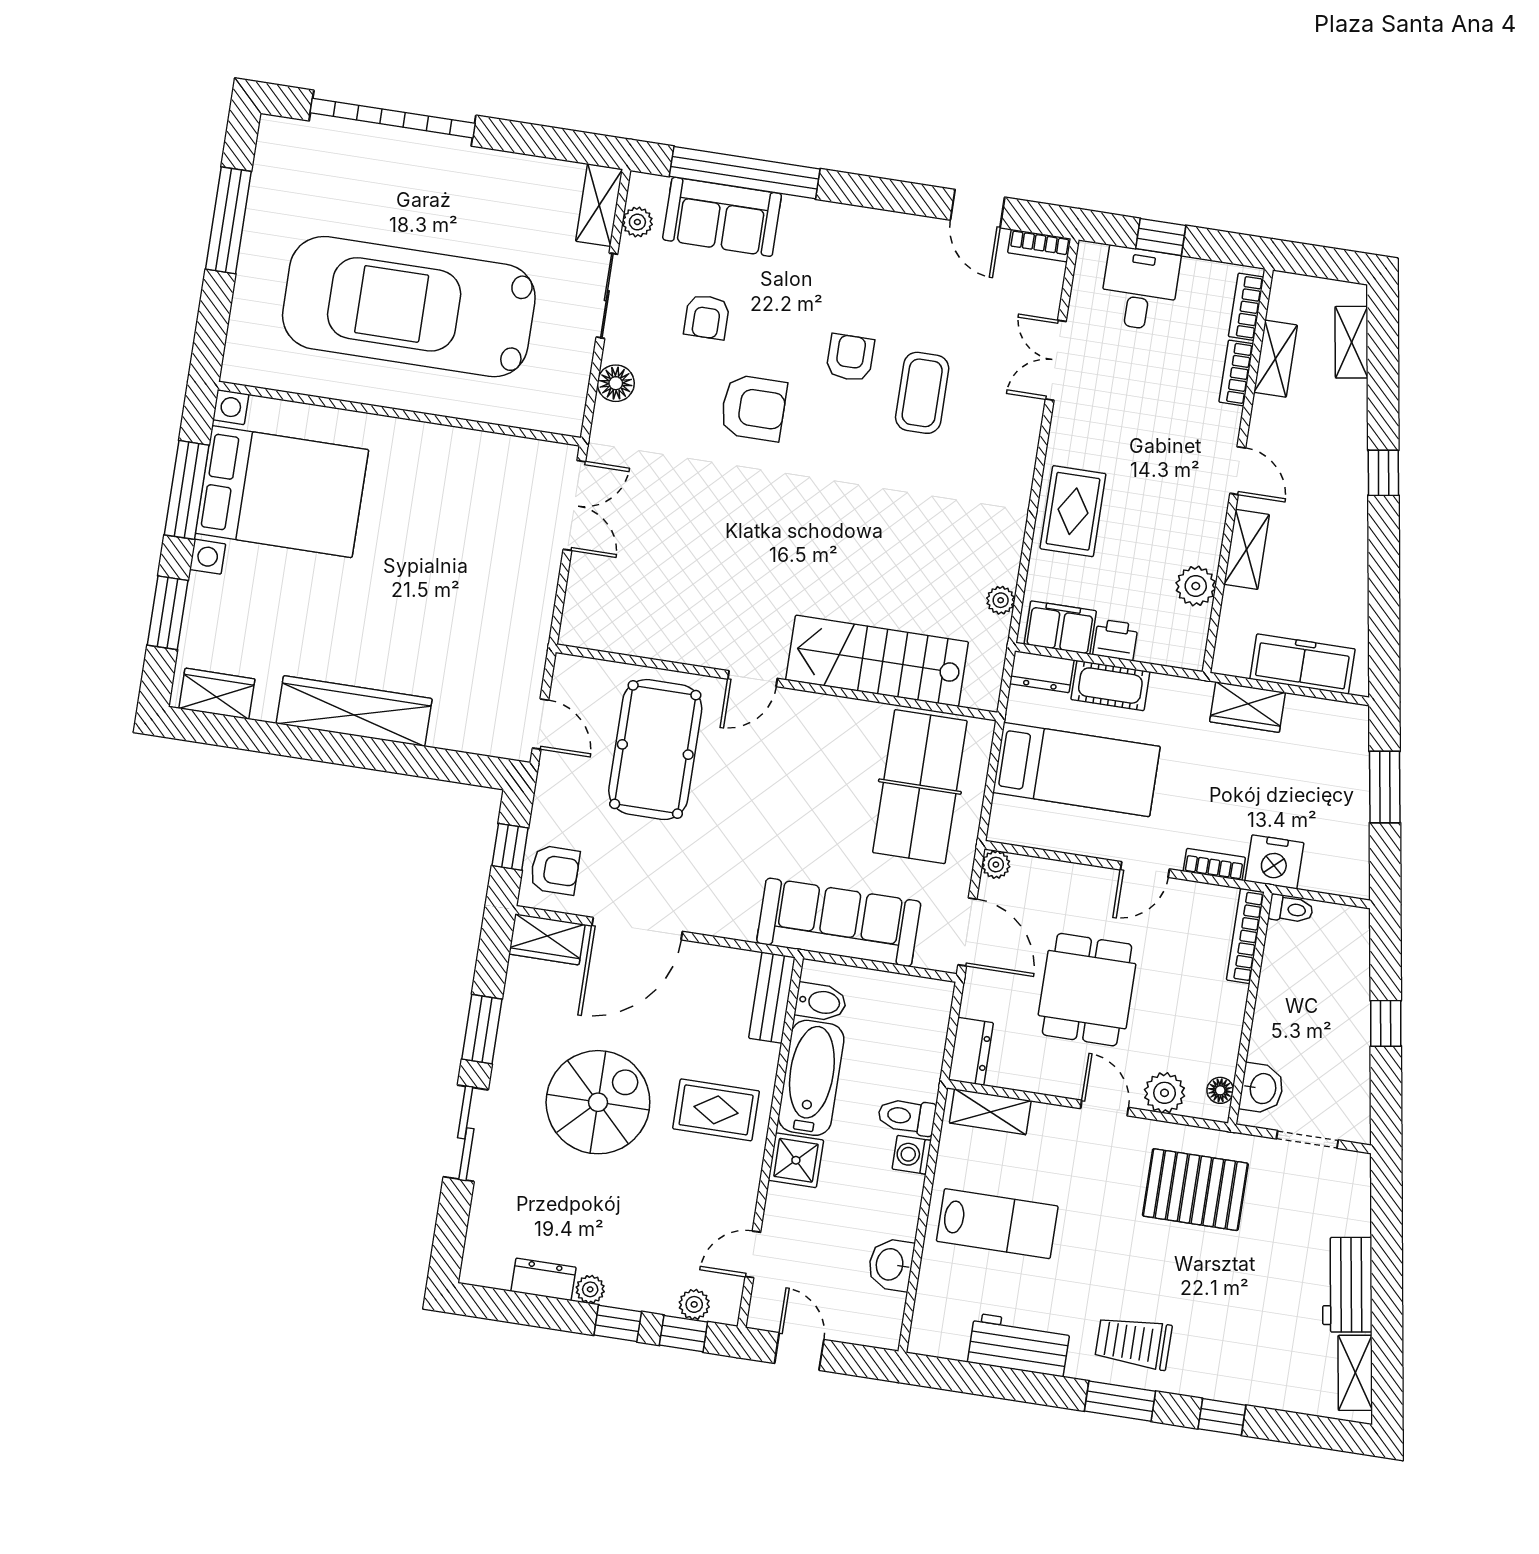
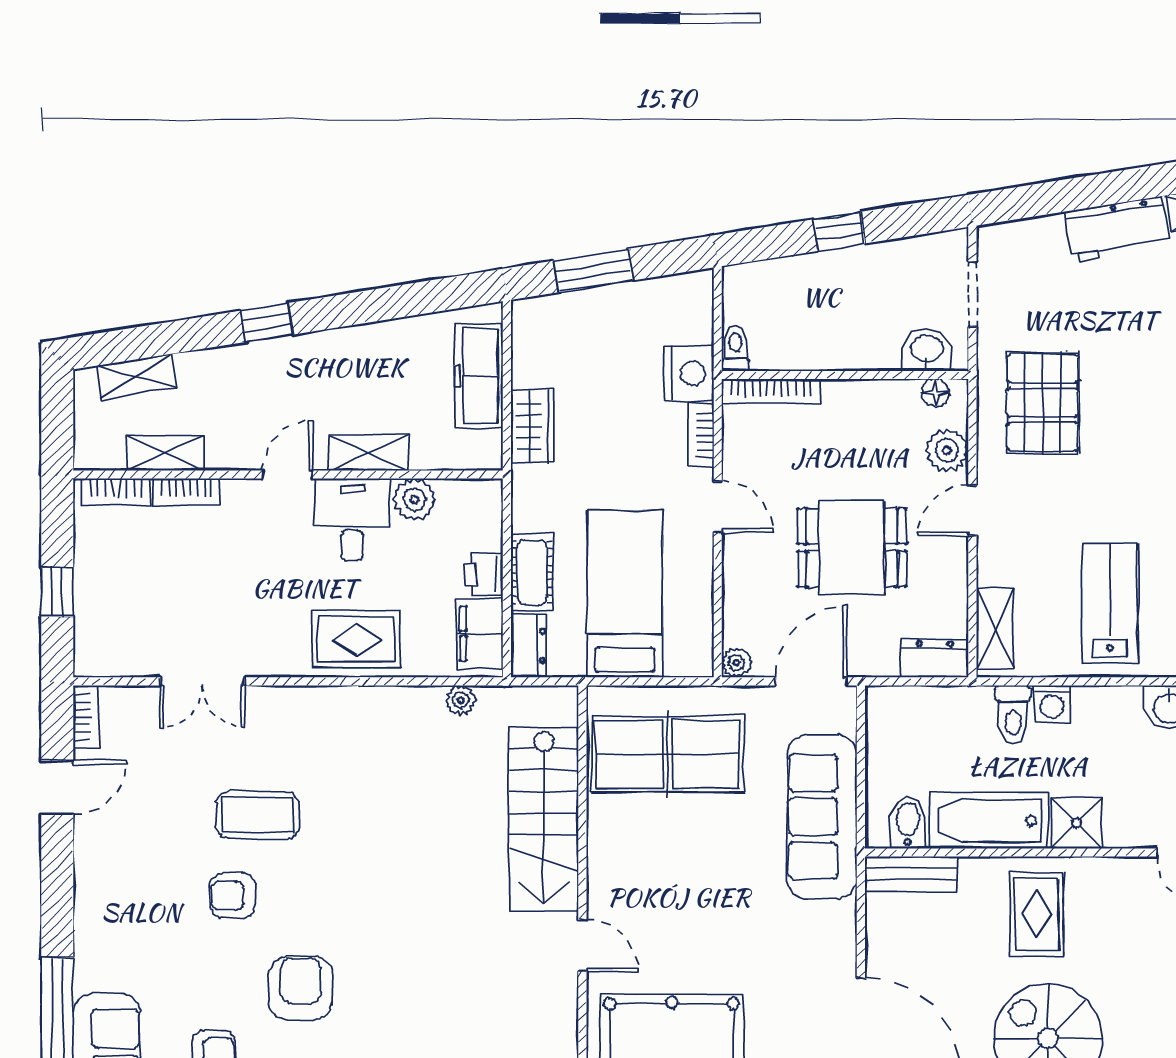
desk: (1140, 289) -> (352, 520), moved, turned 90

